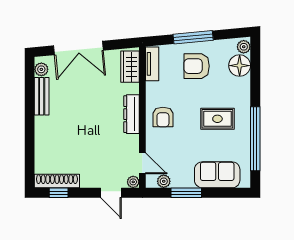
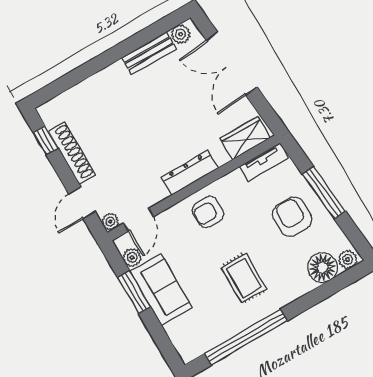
sofa: (217, 175) -> (161, 289), moved
shoe rack: (57, 181) -> (72, 153), moved

